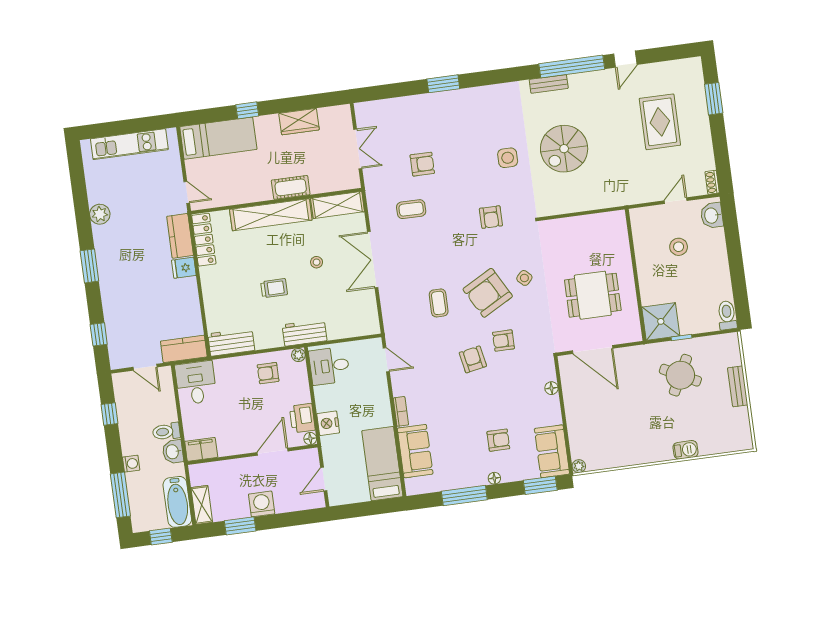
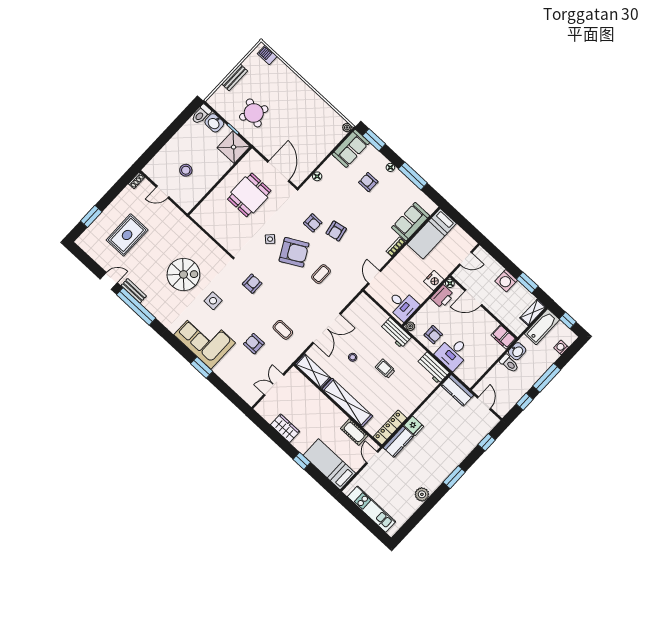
bench: (549, 84) -> (134, 291), moved
corner sofa: (473, 113) -> (205, 339), added
cot: (291, 187) -> (354, 432), moved
washbasin: (712, 215) -> (214, 123), moved, turned 90
dining table: (593, 295) -> (249, 195), turned 90
desk: (196, 383) -> (453, 353), moved
barbecue: (686, 450) -> (267, 55), moved
washing machine: (131, 464) -> (561, 347), moved
window: (120, 495) -> (547, 378), moved

